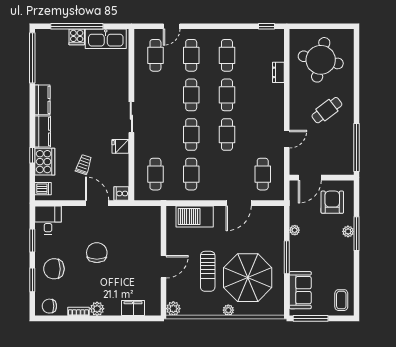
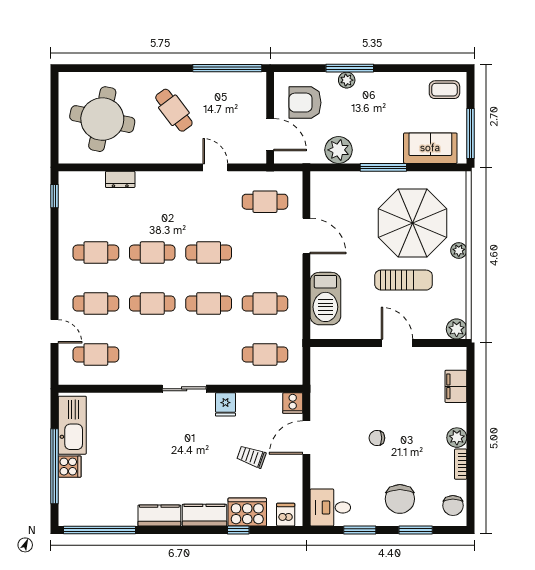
plant: (295, 230) -> (338, 150), width x1.88, depth x1.88
chair: (97, 253) -> (377, 438), width x0.54, depth x0.54

